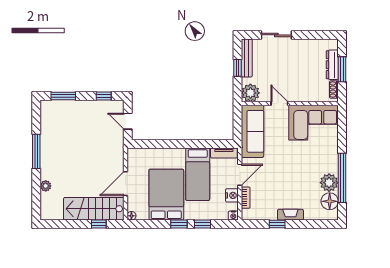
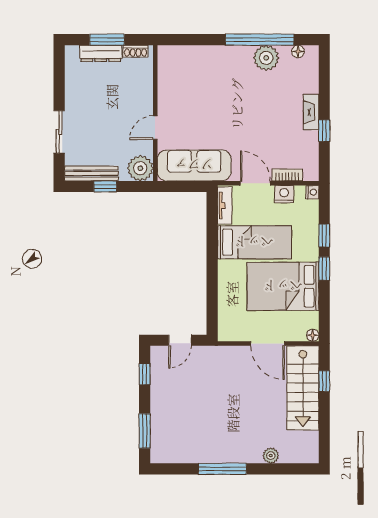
corner sofa: (314, 123) -> (182, 80), removed
floor lamp: (330, 201) -> (298, 51), width x0.53, depth x0.53

